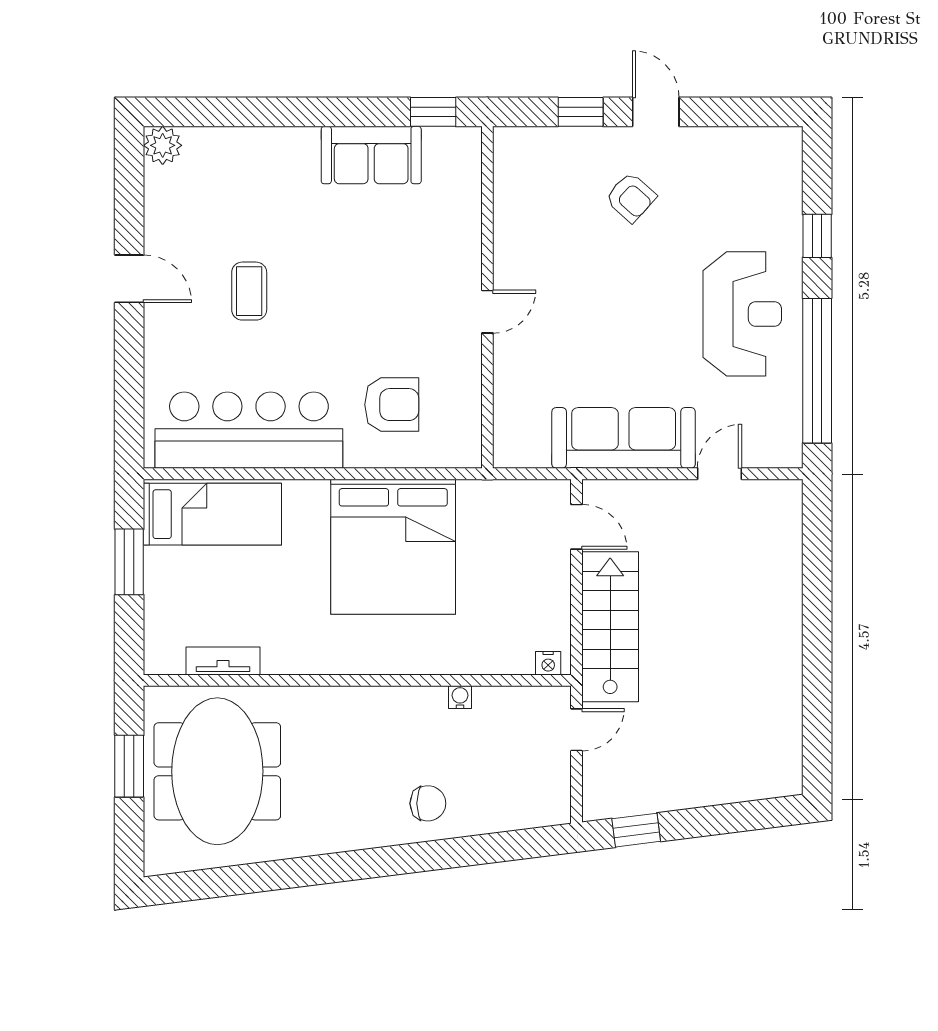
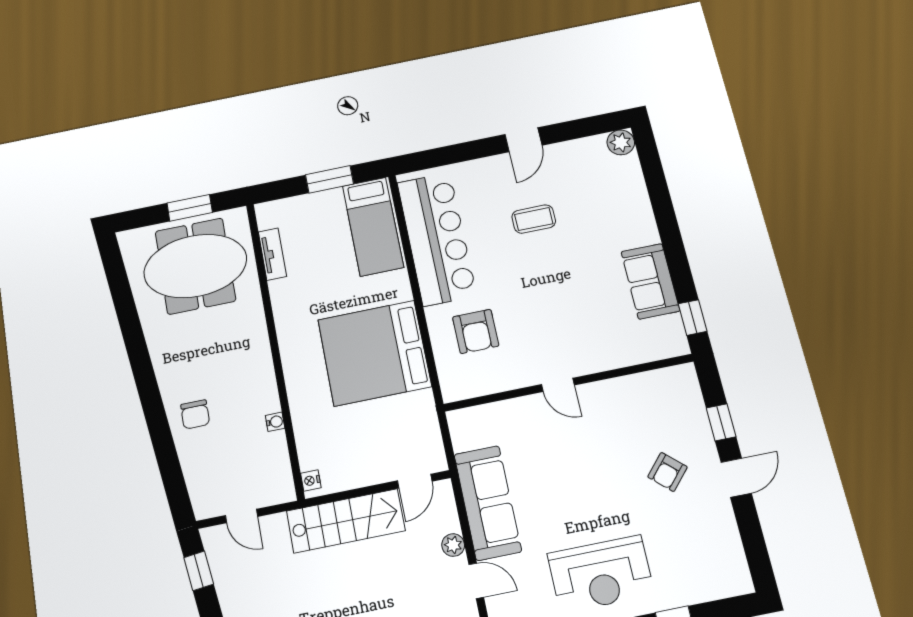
plant: (669, 494) -> (453, 545), added
door: (576, 730) -> (241, 516), moved

